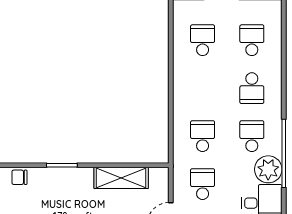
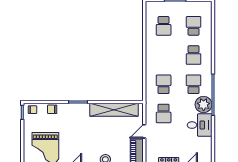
school desk: (203, 40) -> (164, 26), turned 180
shelving: (121, 178) -> (114, 110), width x1.47
school desk: (203, 184) -> (164, 113), turned 180

